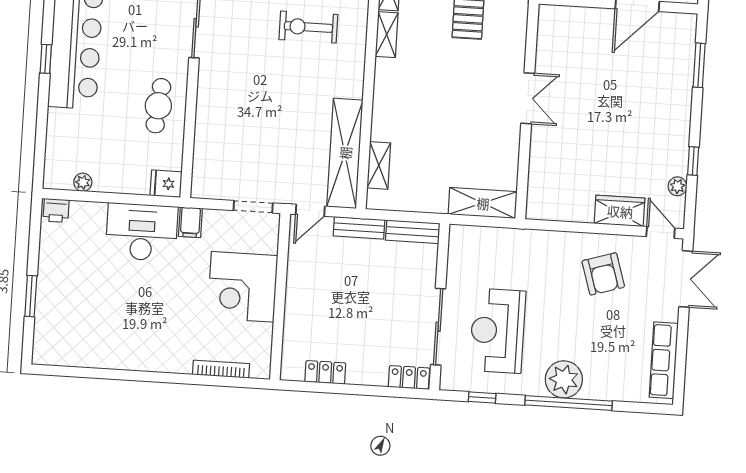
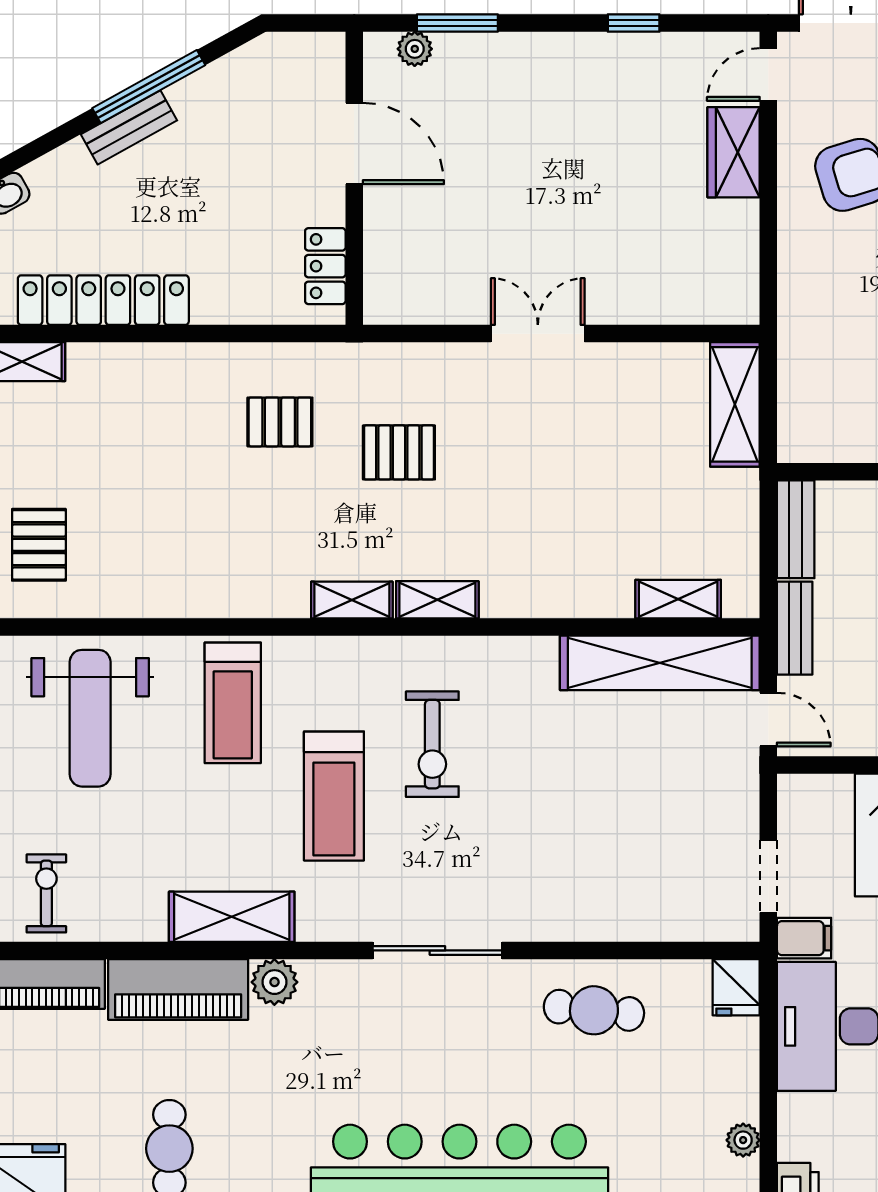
plant: (677, 186) -> (415, 49), moved
doorway: (253, 207) -> (768, 876), moved

